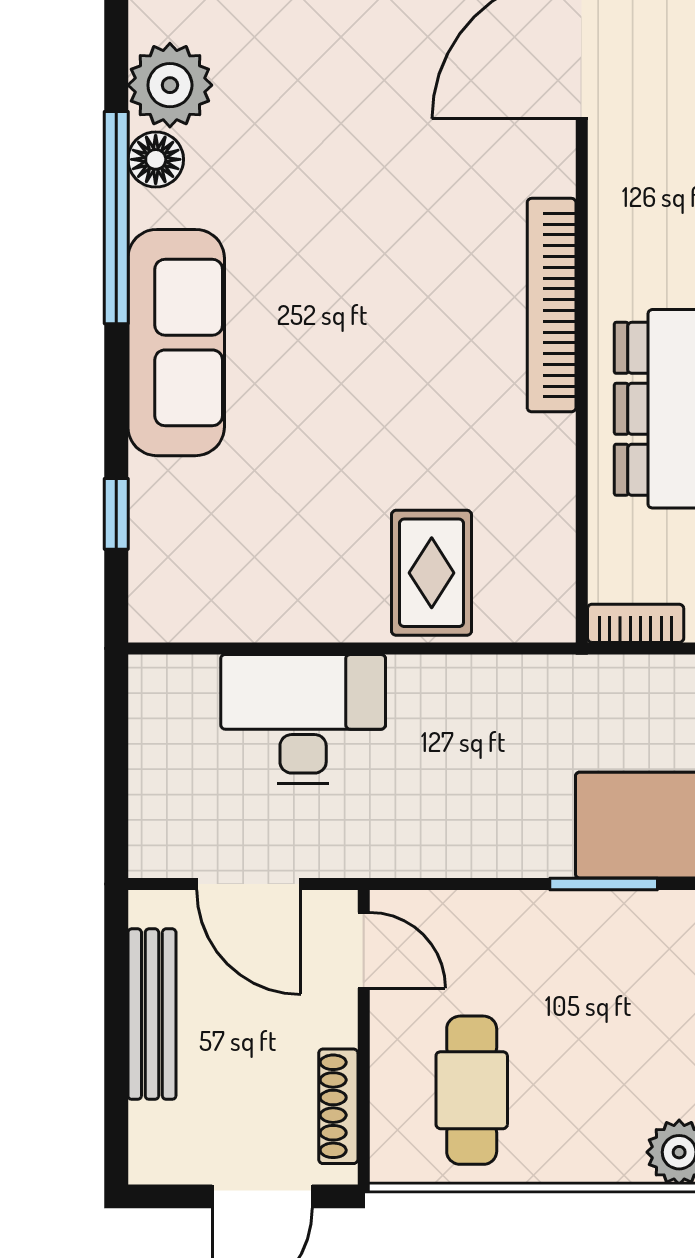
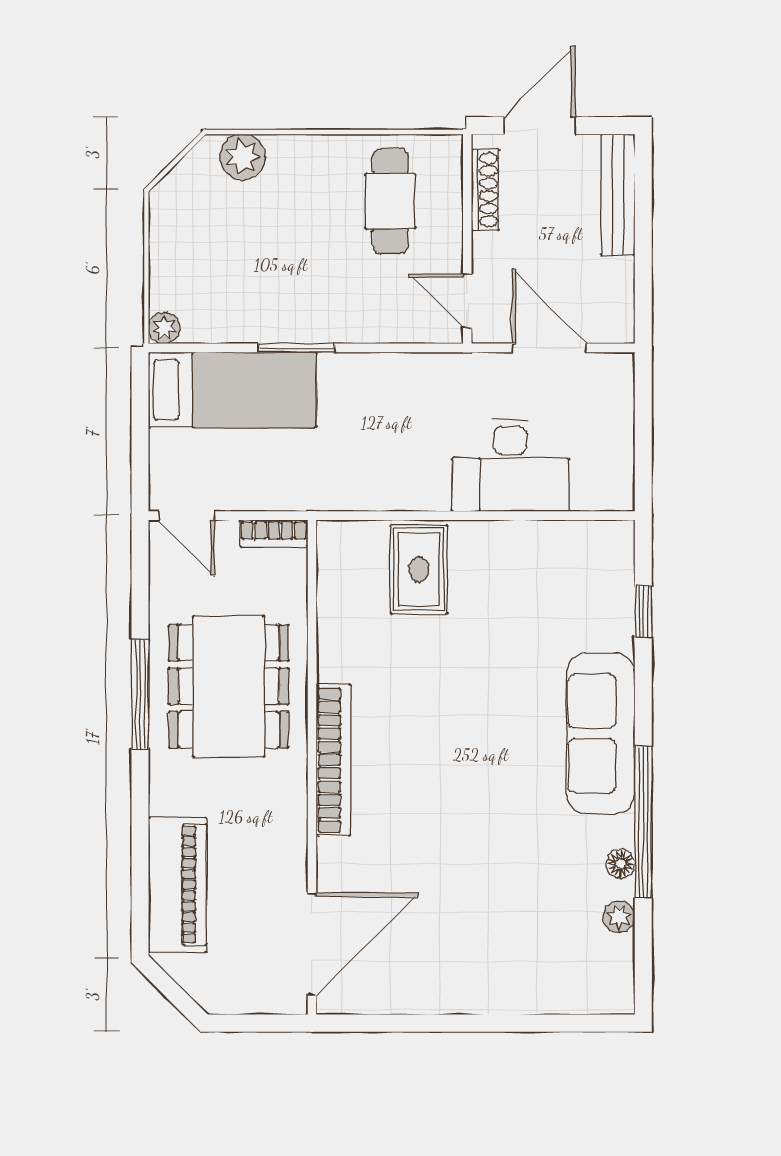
plant: (170, 85) -> (619, 917), width x0.53, depth x0.53
floor lamp: (156, 159) -> (621, 864), width x0.73, depth x0.73
bench: (152, 1014) -> (618, 195), moved

